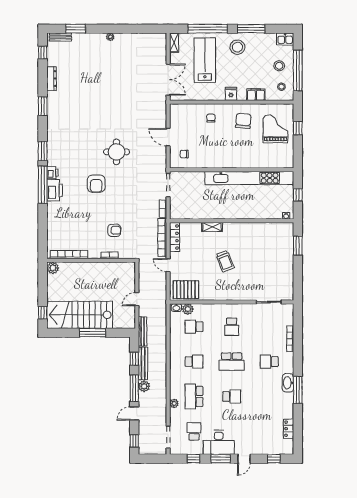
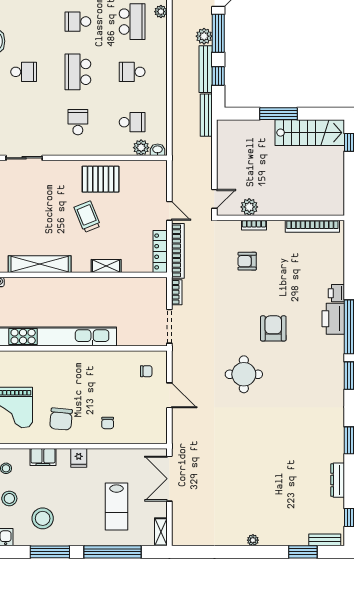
stool: (237, 47) -> (43, 518), moved
lab bench: (205, 60) -> (116, 506), width x0.73, depth x0.72
printer: (52, 173) -> (336, 293), moved
shelving: (258, 228) -> (40, 264), added
plant: (53, 268) -> (249, 207), moved
pallet: (186, 290) -> (101, 179), moved
door: (137, 299) -> (214, 199), moved
stairs: (80, 315) -> (310, 133), width x0.73, depth x0.66
school desk: (232, 362) -> (78, 72), turned -90

